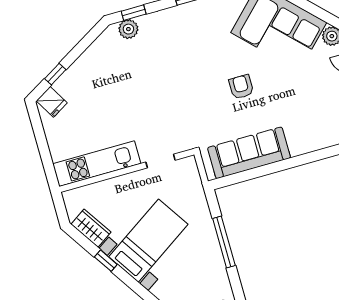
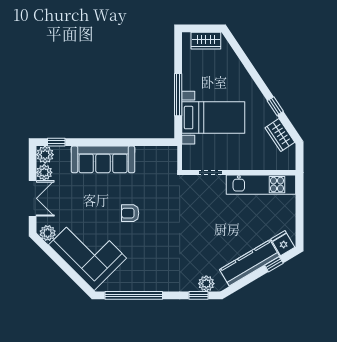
kitchen counter: (84, 68) -> (250, 263), added
armchair: (241, 87) -> (130, 213), turned 90
sofa: (249, 153) -> (103, 159), moved
bed with nightstands: (148, 241) -> (213, 118), moved, turned -146

